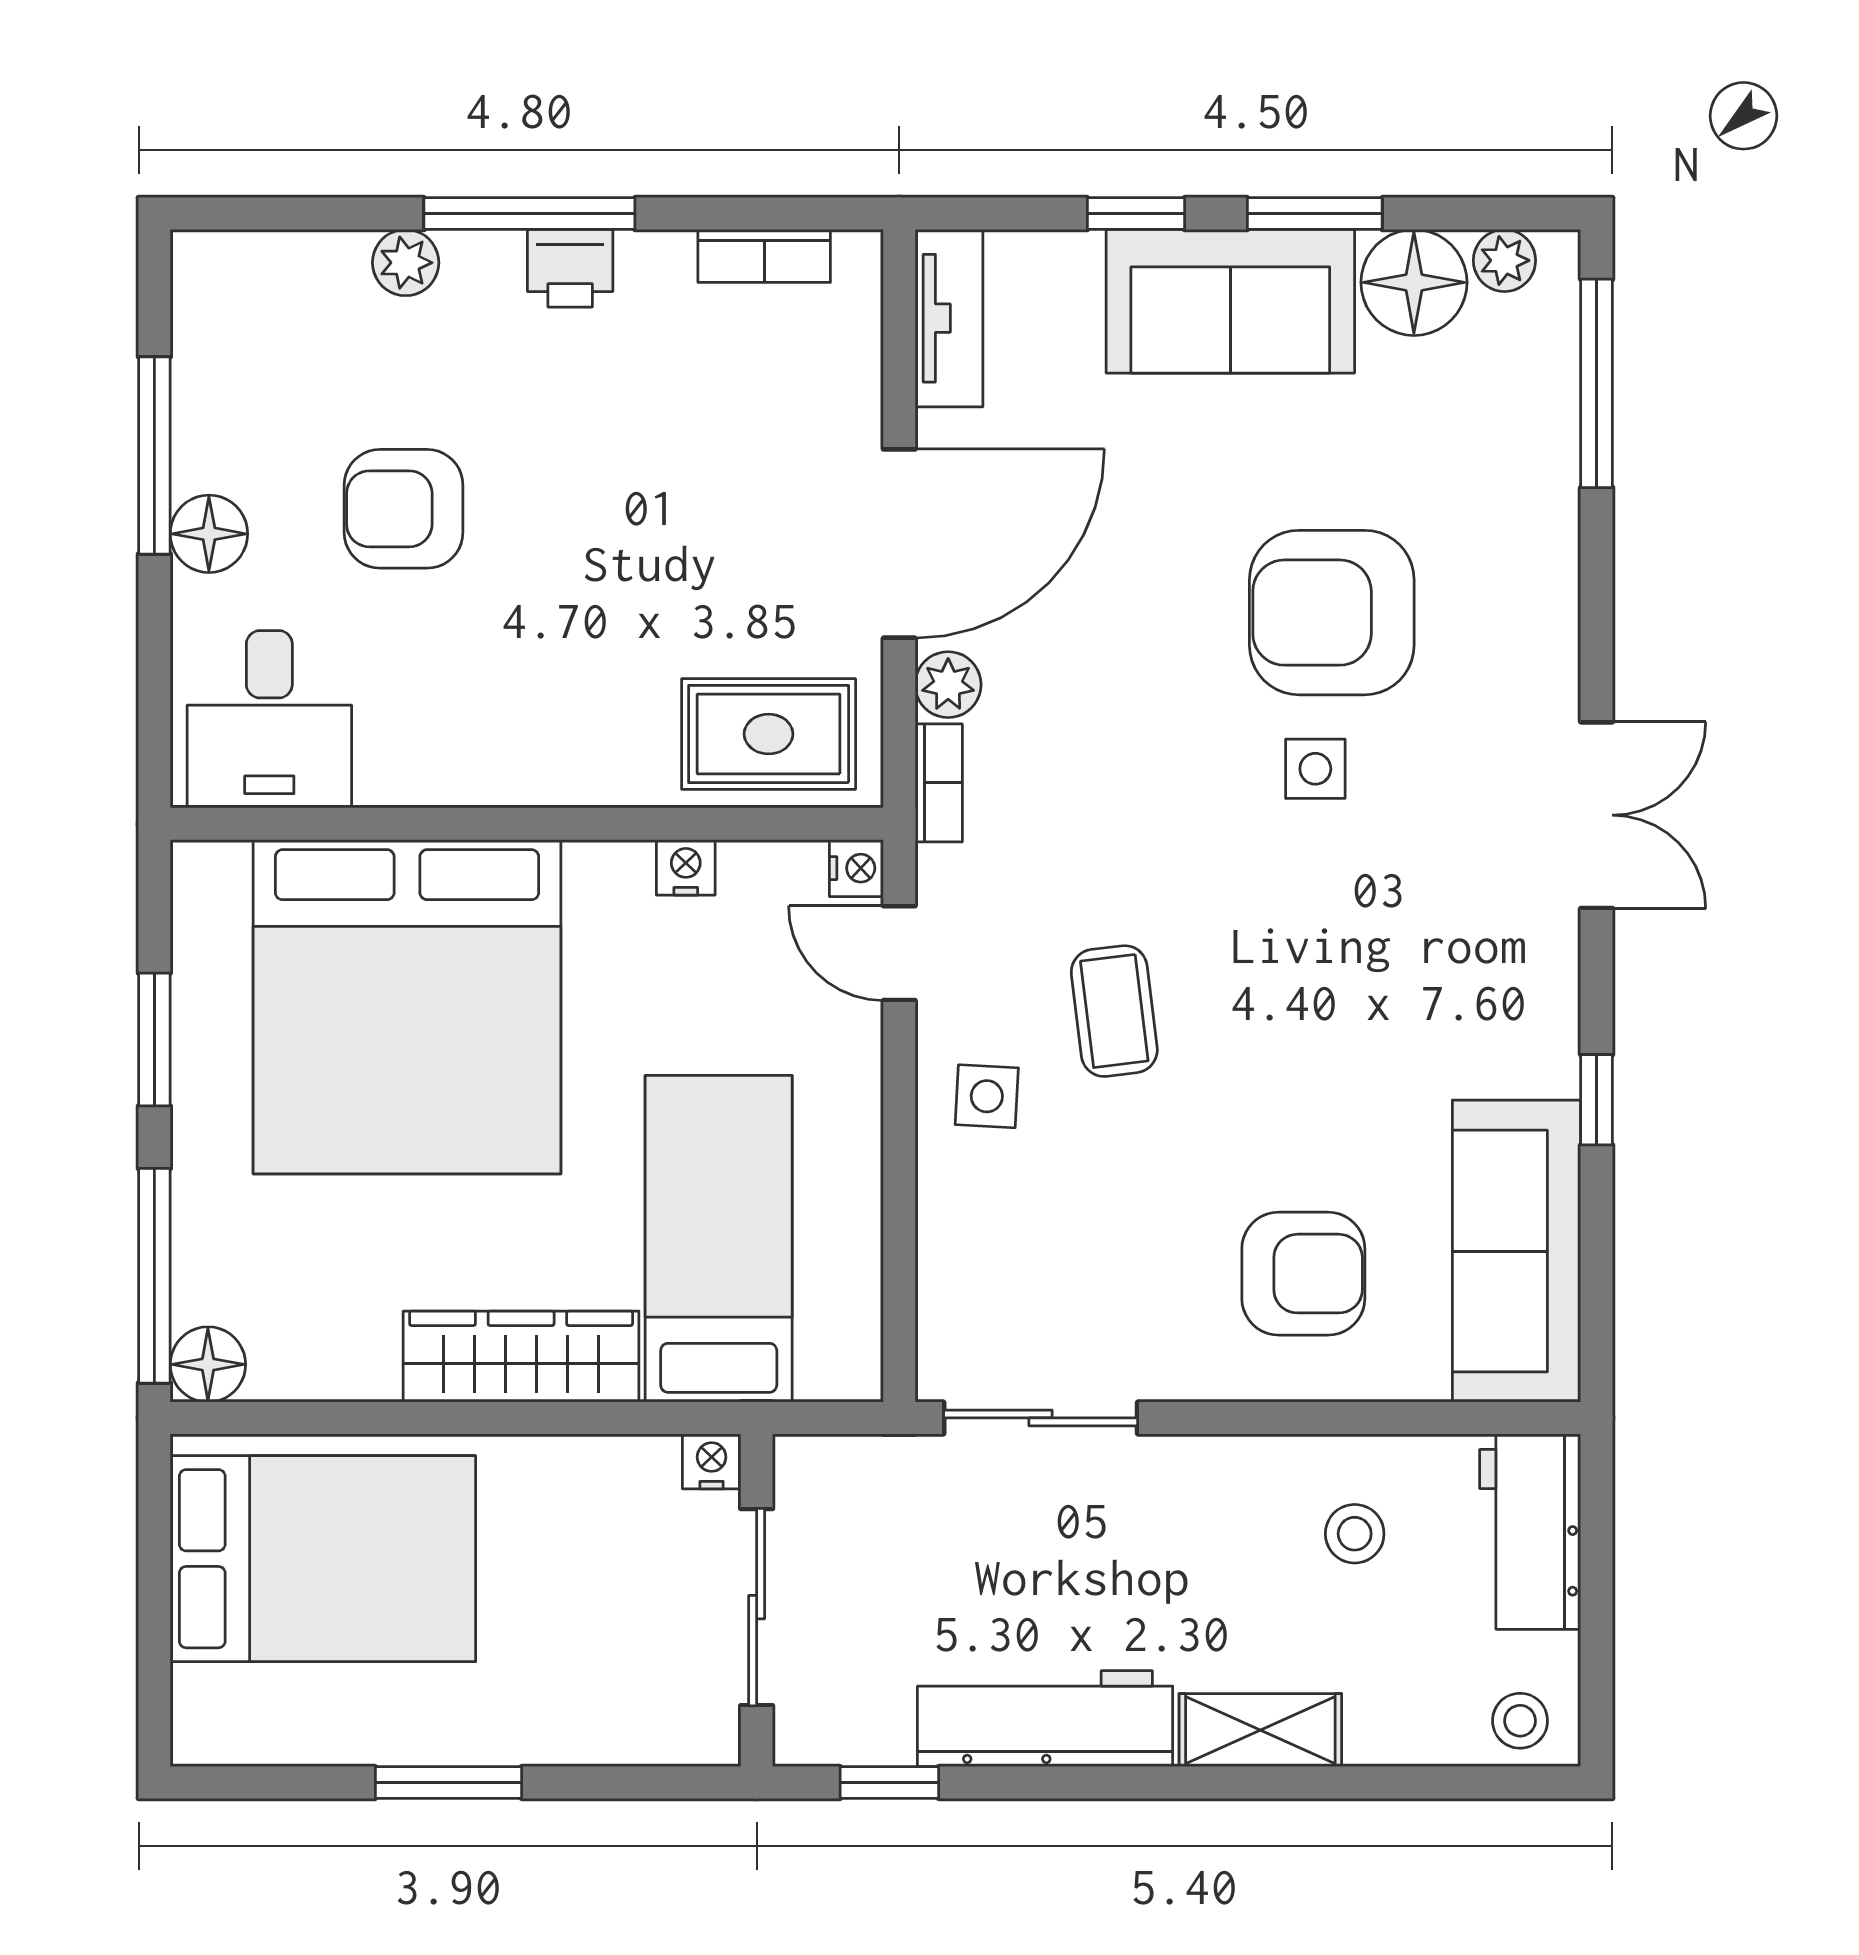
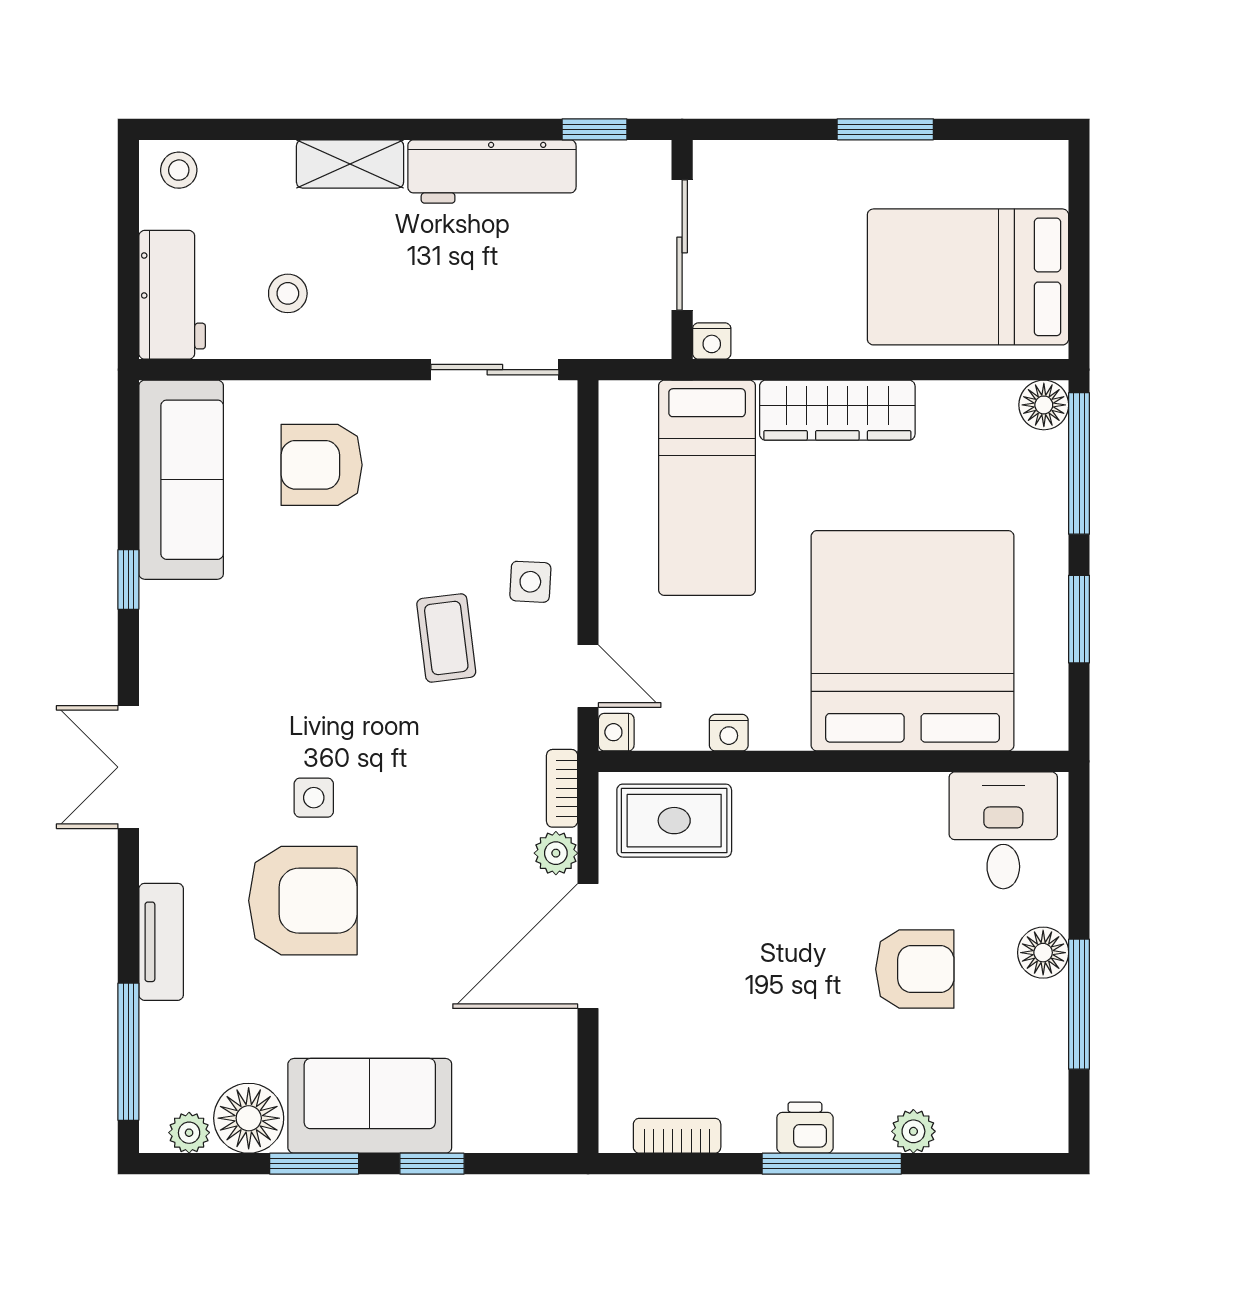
tv unit: (949, 318) -> (161, 942), moved, turned 180

